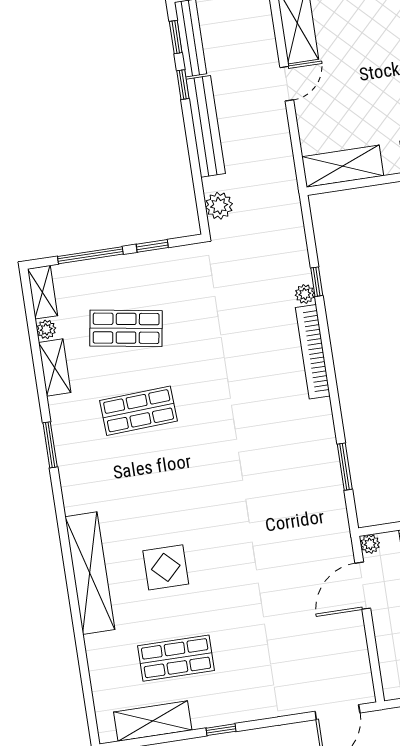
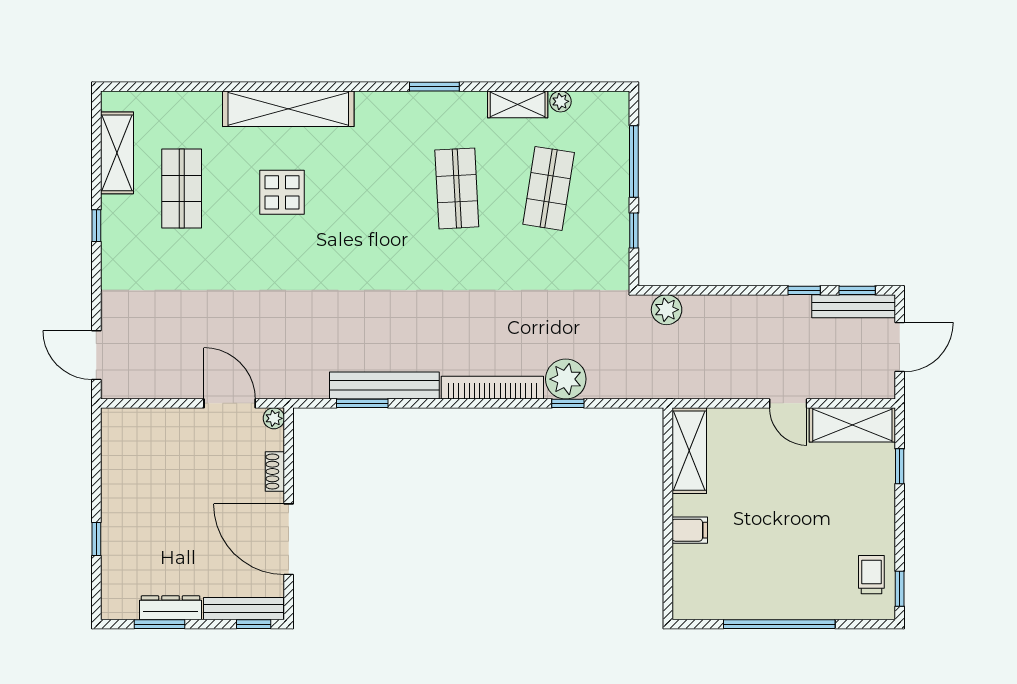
bench: (206, 126) -> (384, 386), moved
shelving: (43, 292) -> (601, 104), removed
plant: (305, 294) -> (566, 379), width x1.88, depth x1.88

